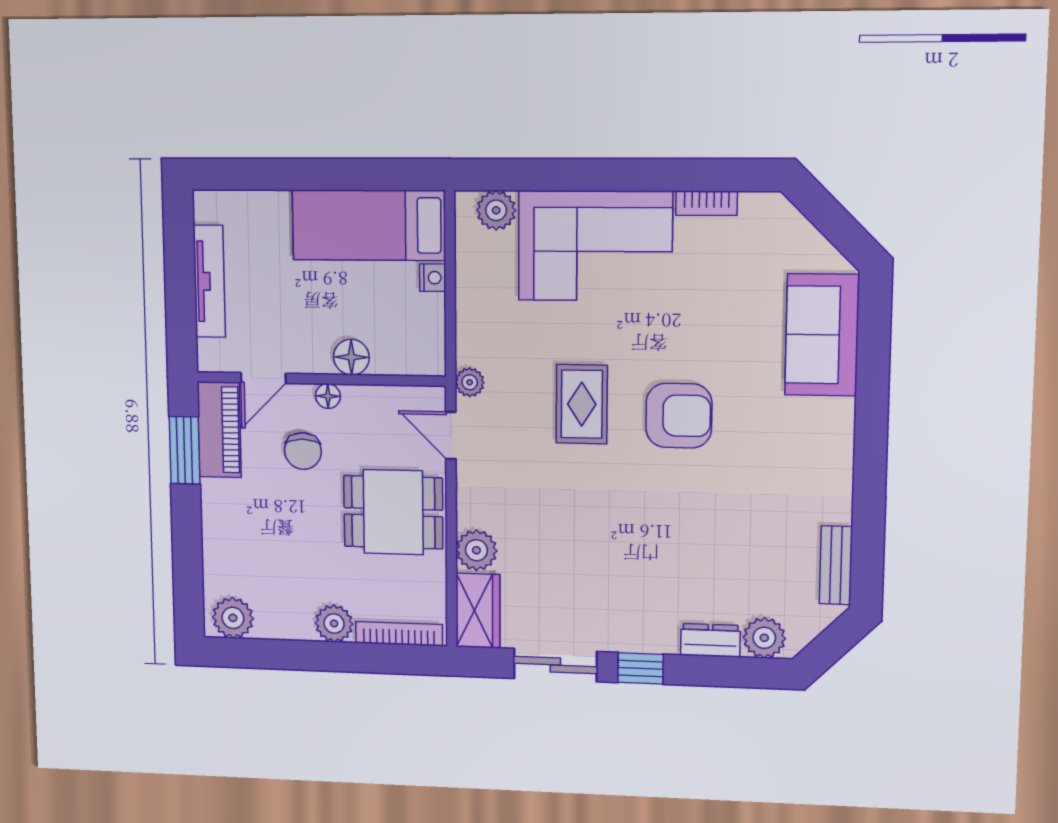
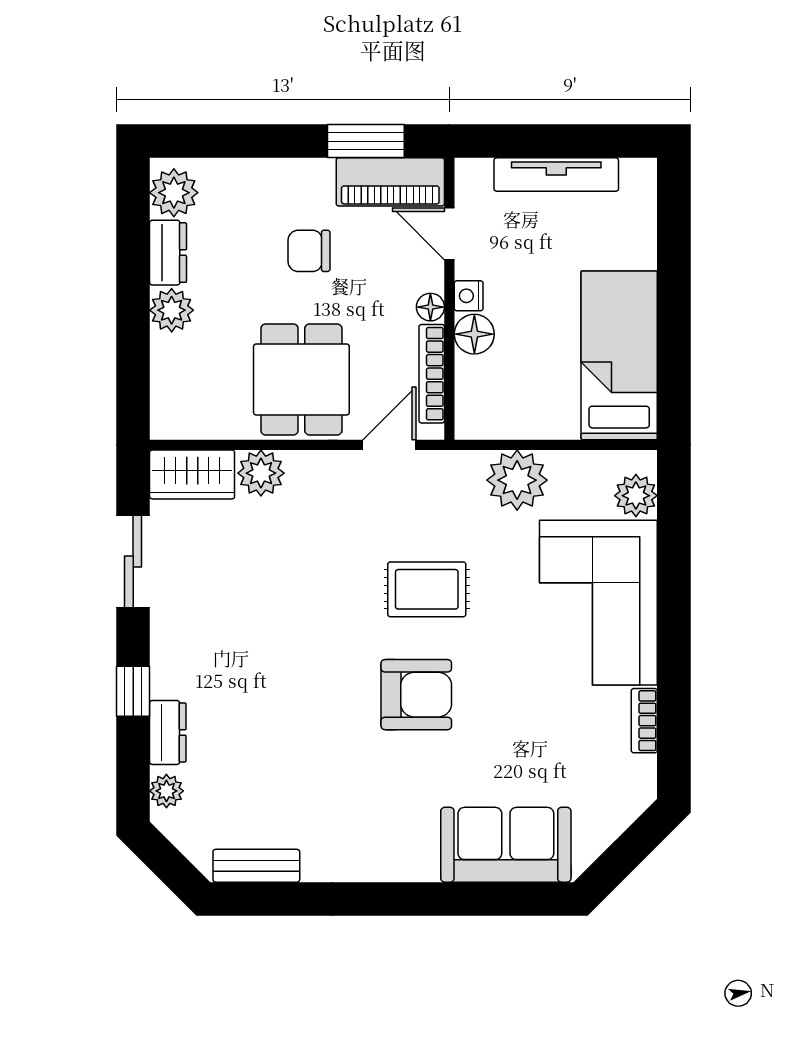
nightstand: (433, 278) -> (469, 296), moved, turned 90
plant: (470, 382) -> (517, 480), moved, width x1.88, depth x1.88
armchair: (679, 416) -> (416, 695), turned -90
chair: (303, 451) -> (309, 251), moved
dresser: (284, 625) -> (168, 253), added
bookcase: (399, 634) -> (432, 374), moved, turned 180
plant: (764, 638) -> (166, 791), width x0.73, depth x0.73
window: (641, 668) -> (133, 691), moved

